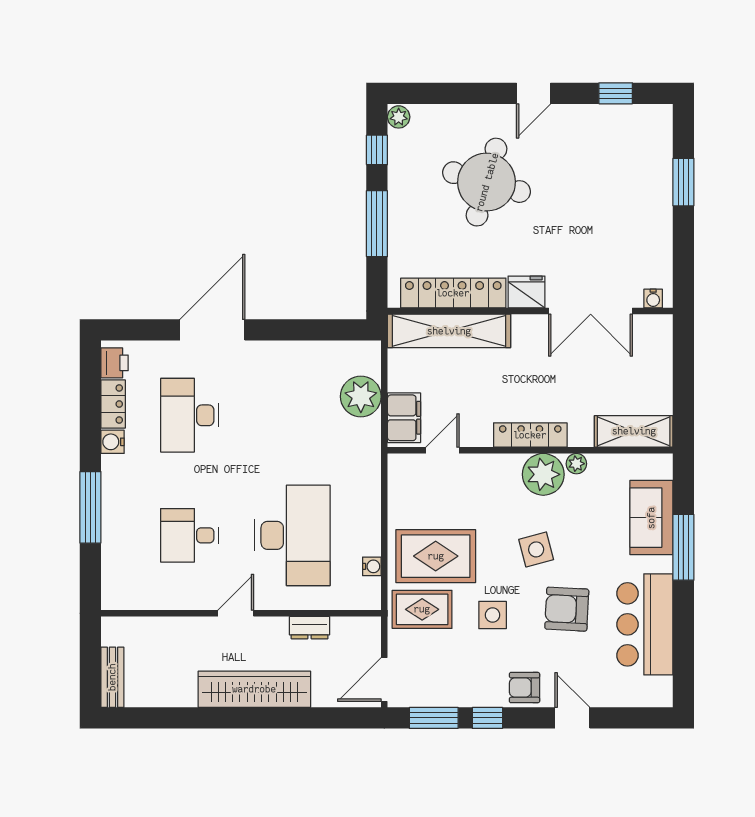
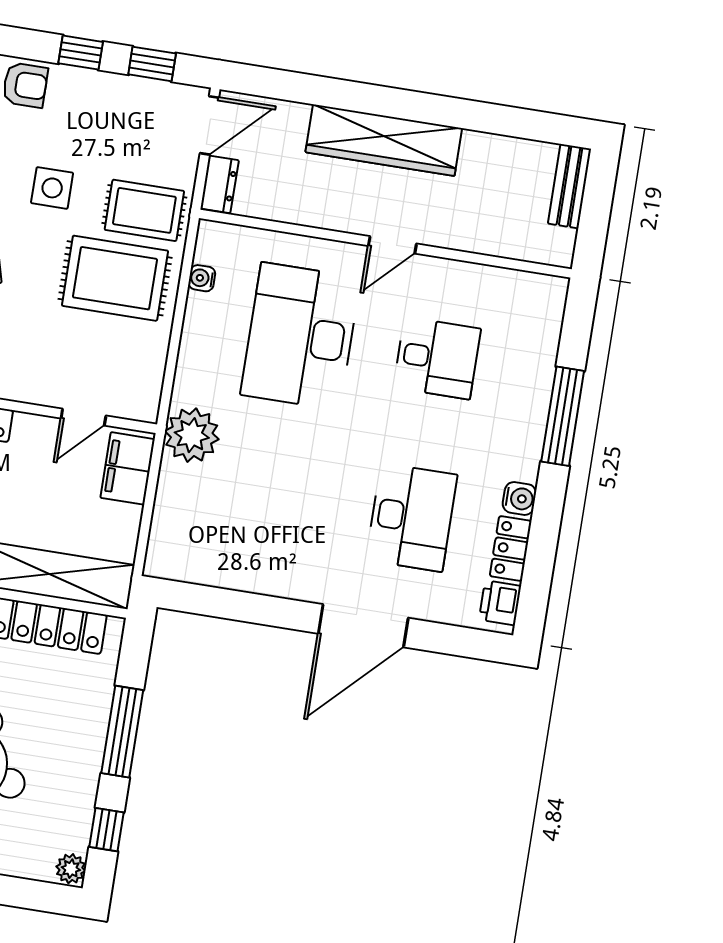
plant: (361, 396) -> (192, 435), moved
dresser: (310, 628) -> (220, 184), moved, turned 90
window: (434, 718) -> (152, 64), width x0.67

